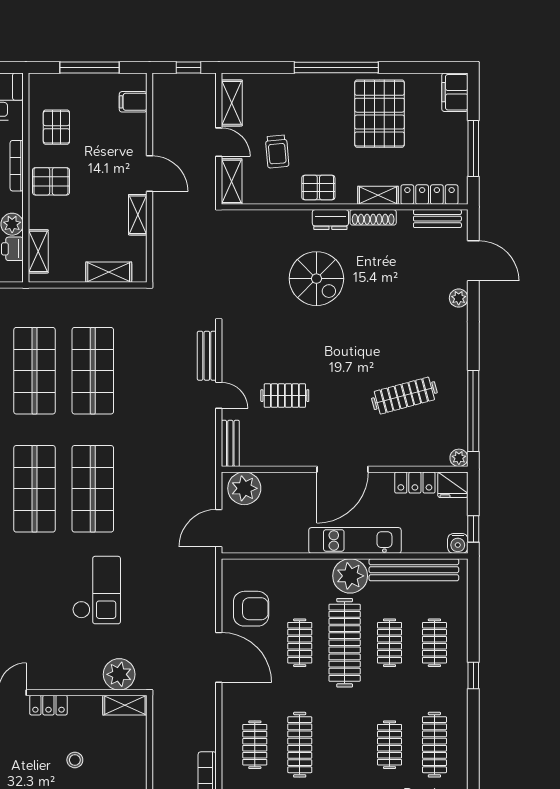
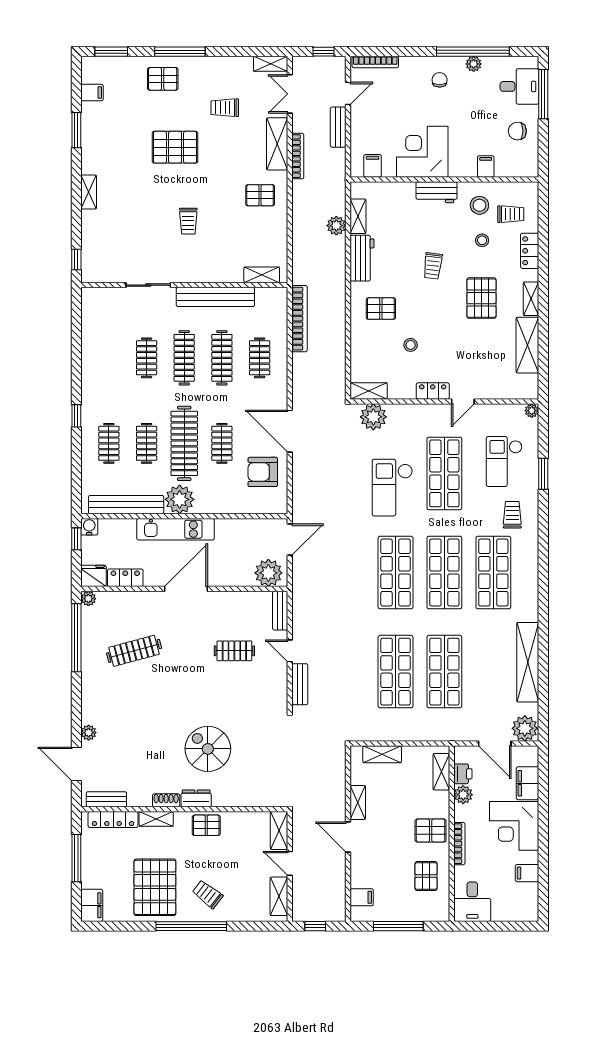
trolley: (277, 151) -> (208, 894), moved, turned -47
shoe rack: (373, 217) -> (166, 800), width x0.70
shop shelf: (35, 607) -> (444, 473), added
clothes rail: (434, 745) -> (184, 358), moved

